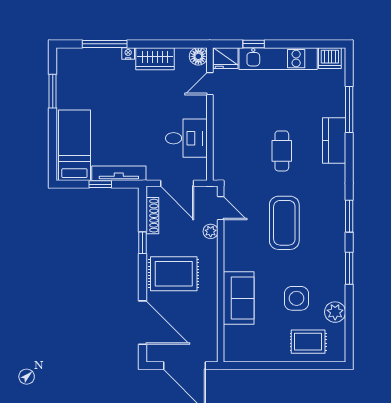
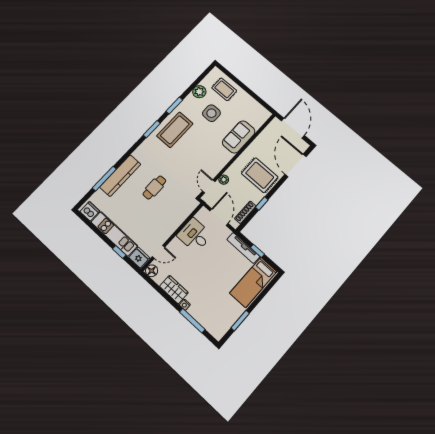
kitchen counter: (334, 141) -> (120, 176), width x1.50
coffee table: (284, 223) -> (175, 130), moved

